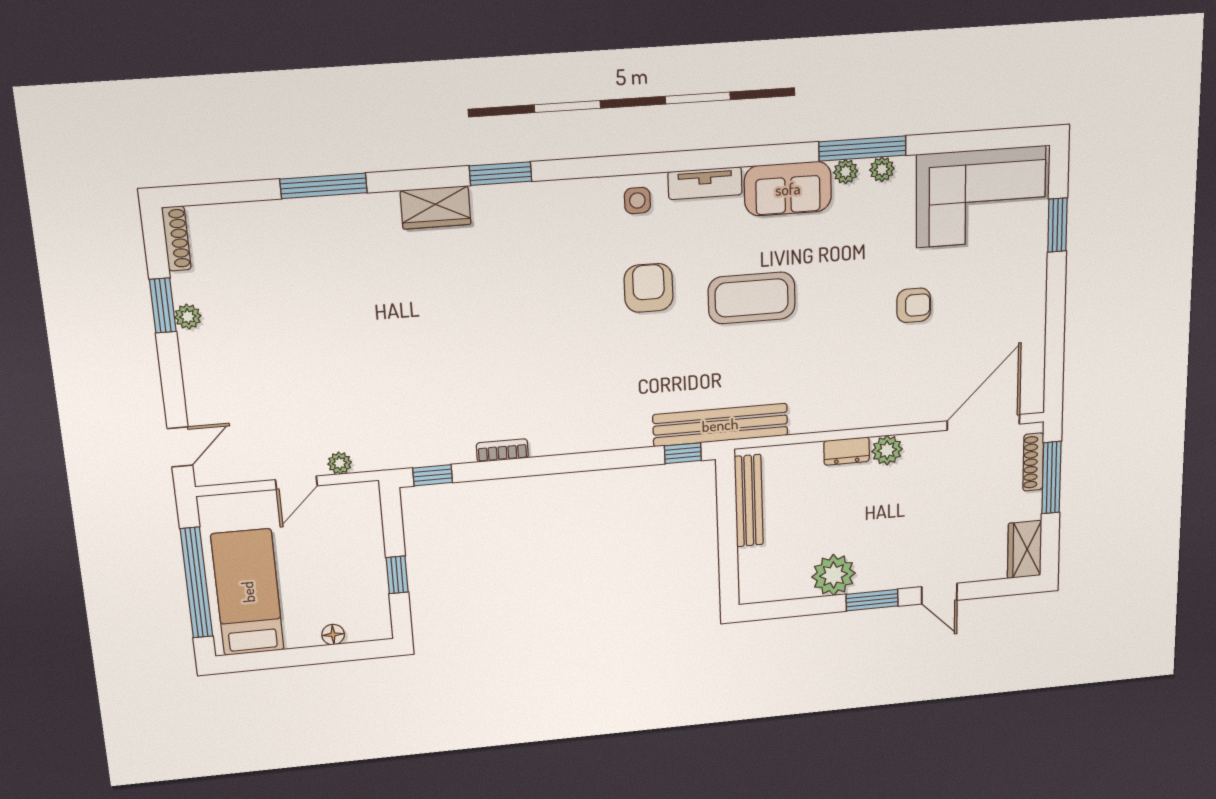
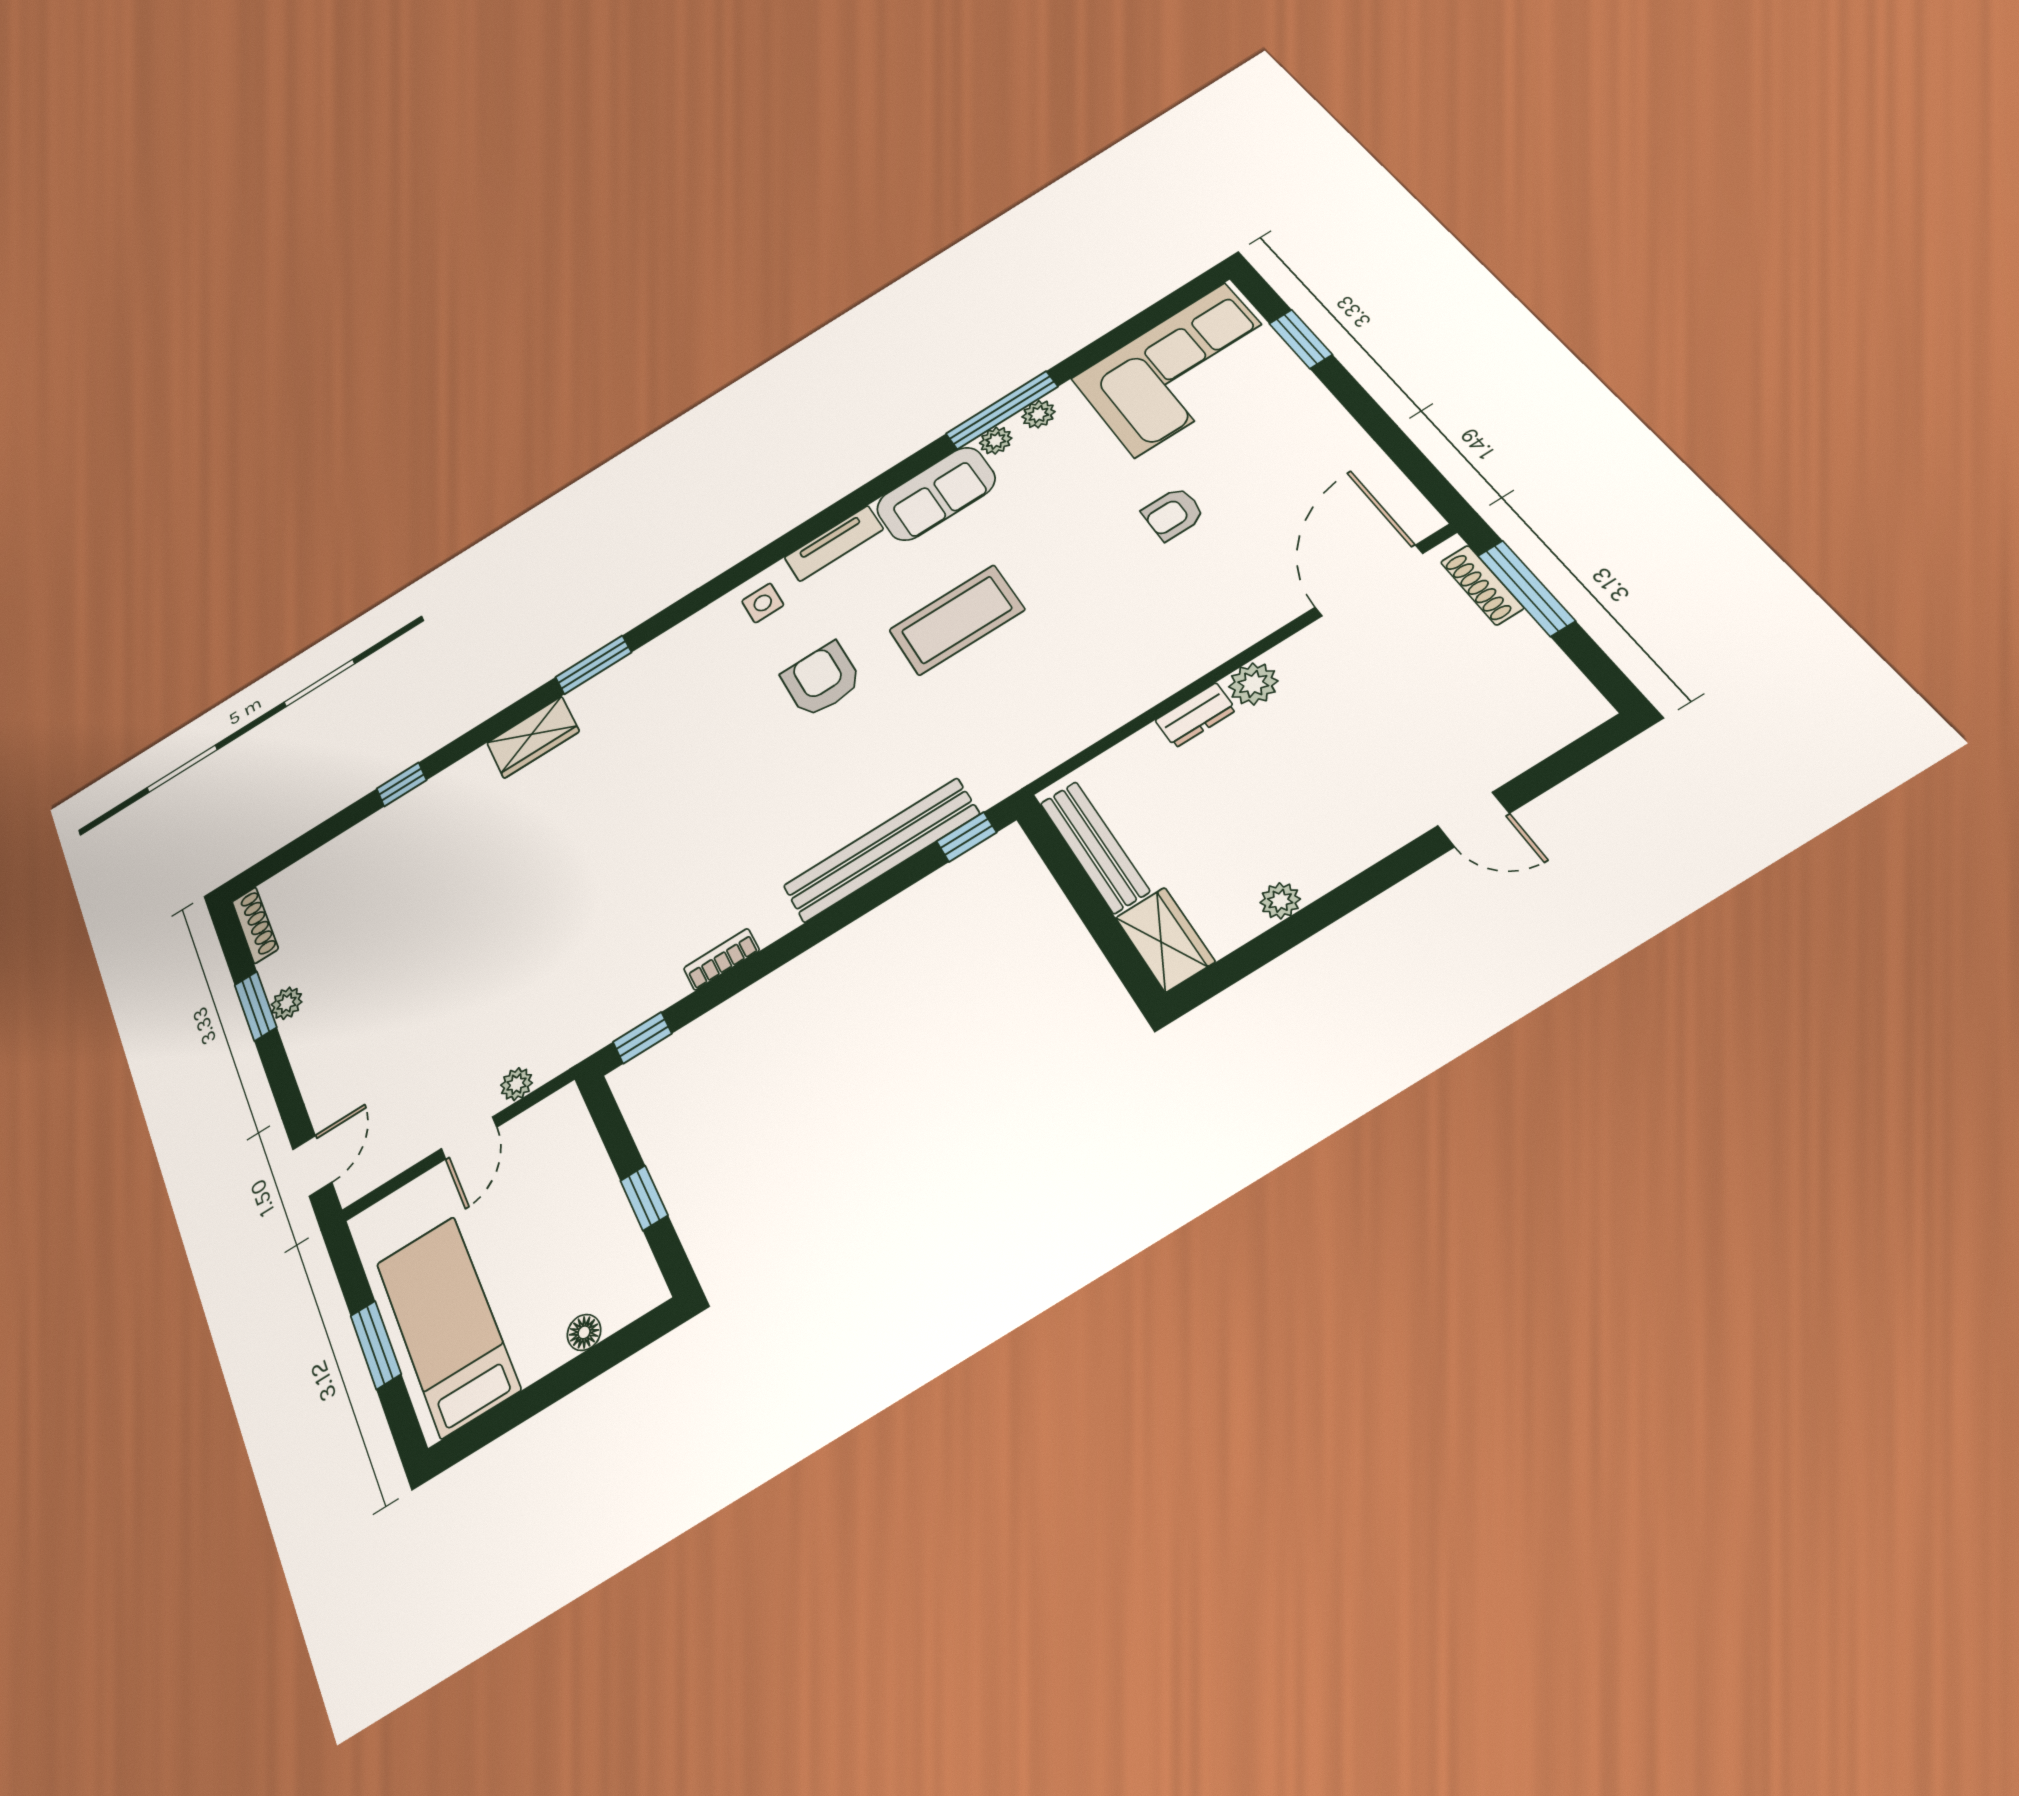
window: (324, 186) -> (402, 784), width x0.46
armchair: (914, 305) -> (1173, 514), turned 180
bench: (720, 425) -> (881, 850), moved
wardrobe: (1025, 550) -> (1165, 940), moved, turned 180
plant: (834, 575) -> (1280, 901), width x0.53, depth x0.53
window: (196, 583) -> (376, 1345), width x0.47
window: (872, 600) -> (1372, 882), removed

